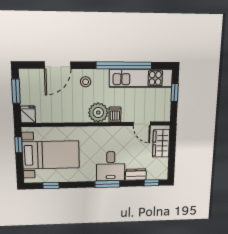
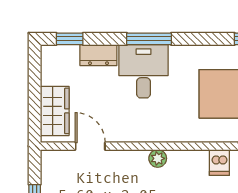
plant: (98, 113) -> (158, 158), width x0.53, depth x0.53
dishwasher: (115, 115) -> (219, 163), moved

